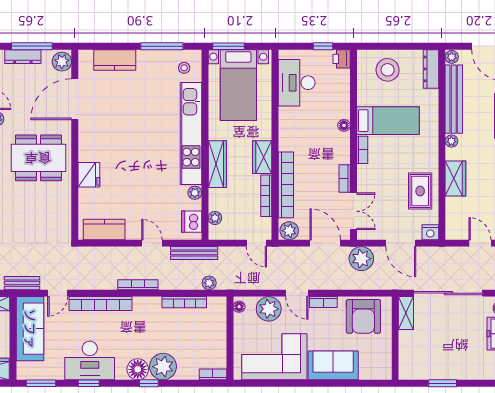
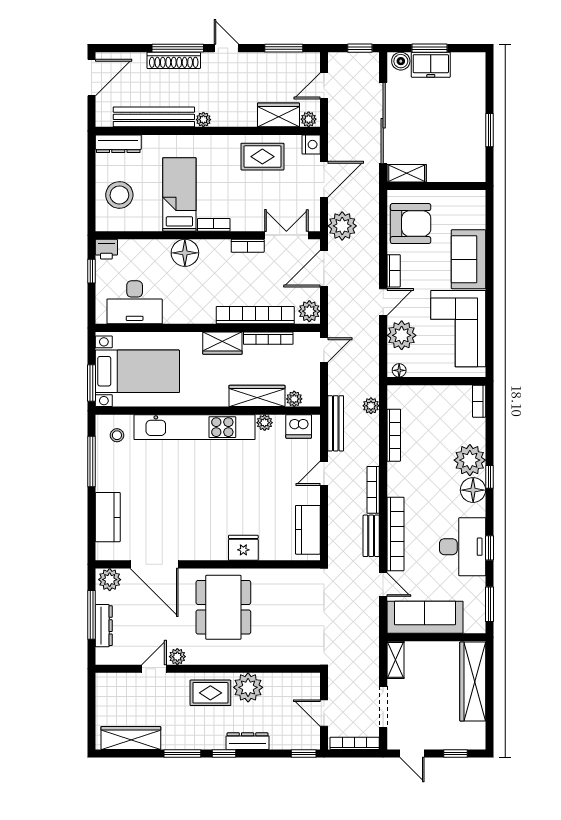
plant: (452, 57) -> (309, 119), moved
floor lamp: (344, 125) -> (185, 253), width x1.89, depth x1.89
wardrobe: (217, 164) -> (257, 396), moved
wardrobe: (455, 179) -> (278, 115), moved
bench: (22, 283) -> (371, 536), moved

